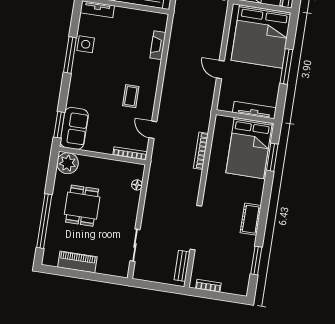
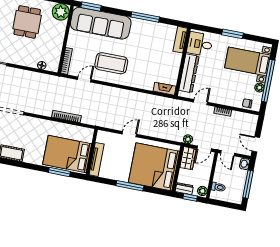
side table: (86, 44) -> (153, 30), removed
fireplace: (158, 45) -> (165, 89), moved
coffee table: (131, 96) -> (111, 63), width x1.86, depth x1.72
sofa: (74, 128) -> (101, 23), width x1.85, depth x1.27
dining table: (82, 206) -> (27, 22), turned 90

